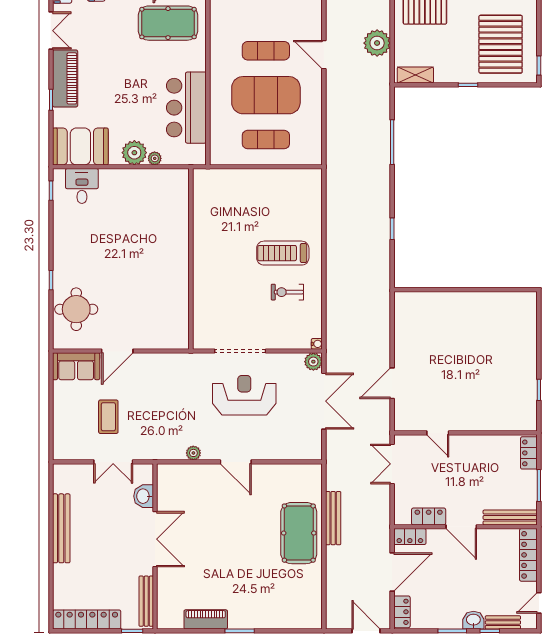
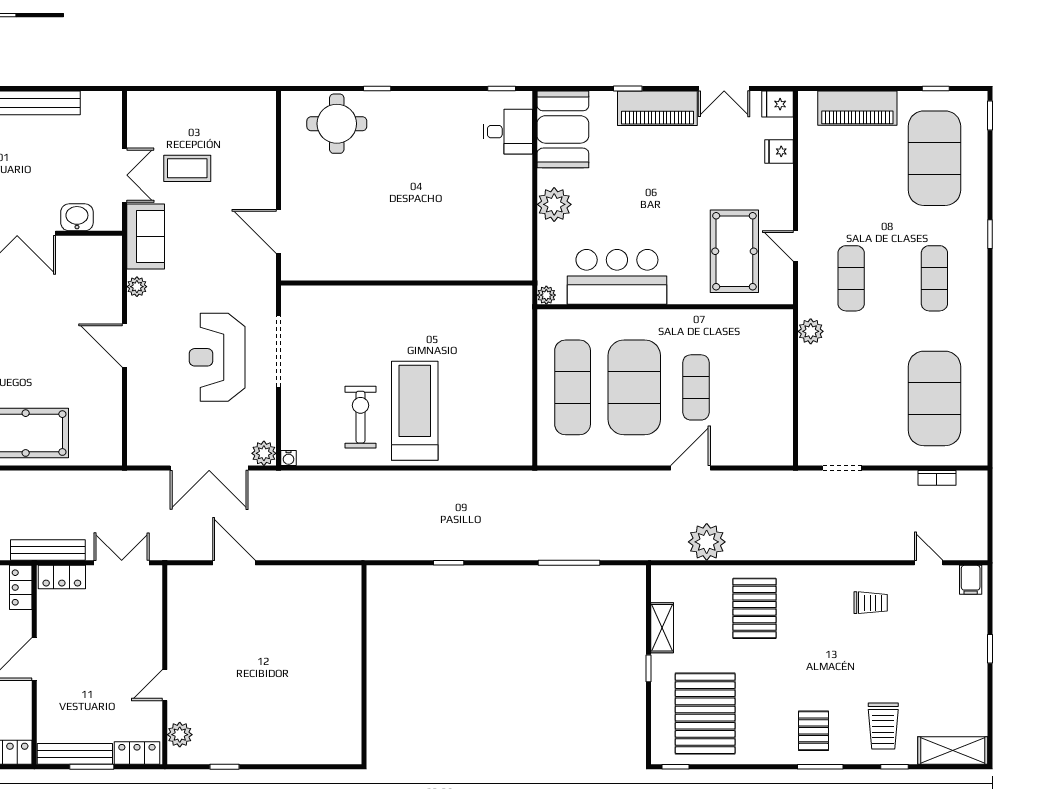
pallet: (501, 44) -> (705, 714), turned 90
shelving: (415, 75) -> (662, 628), moved
exercise mat: (266, 140) -> (573, 387), width x1.36, depth x1.45
plant: (155, 158) -> (546, 295), moved
treadmill: (283, 253) -> (415, 411), width x1.37, depth x1.38
exercise bike: (287, 292) -> (360, 417), width x1.38, depth x1.39
door: (117, 351) -> (279, 231), moved
sofa: (76, 366) -> (146, 237), moved, turned 180
reception desk: (244, 395) -> (217, 357), turned 180
plant: (516, 422) -> (180, 735), added
door: (438, 433) -> (165, 685), moved
double door: (113, 462) -> (124, 175), swing flipped
door: (236, 462) -> (124, 345), hinge flipped
locker: (429, 516) -> (62, 577), moved, turned 90
bench: (510, 517) -> (75, 754), moved, turned 90
bench: (333, 518) -> (48, 550), moved

